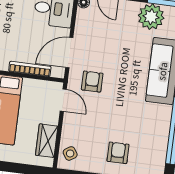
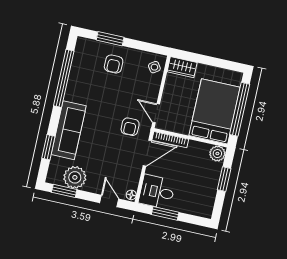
bookcase: (30, 69) -> (170, 140), moved
wardrobe: (47, 141) -> (182, 67), moved, turned 90

